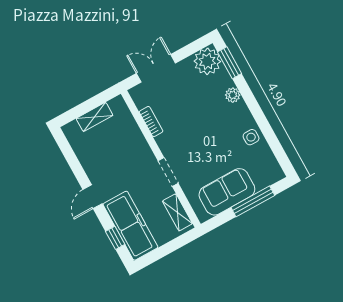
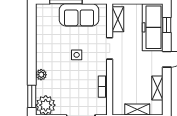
side table: (251, 137) -> (77, 55), moved
shelving: (85, 156) -> (157, 88), added

